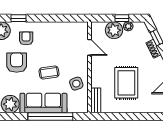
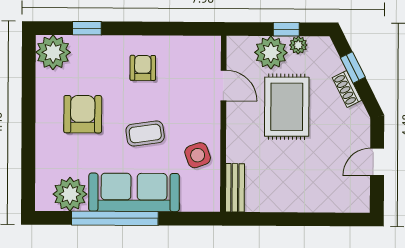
armchair: (26, 38) -> (143, 68), moved
rug: (126, 83) -> (287, 107), moved
window: (50, 117) -> (115, 218), moved

